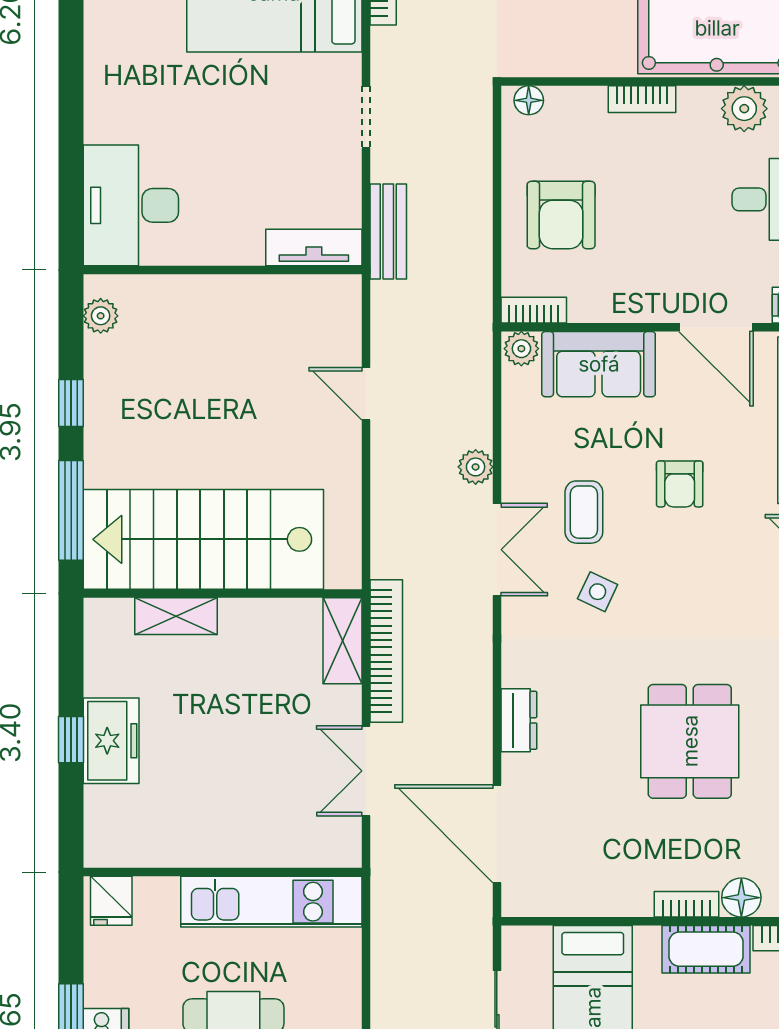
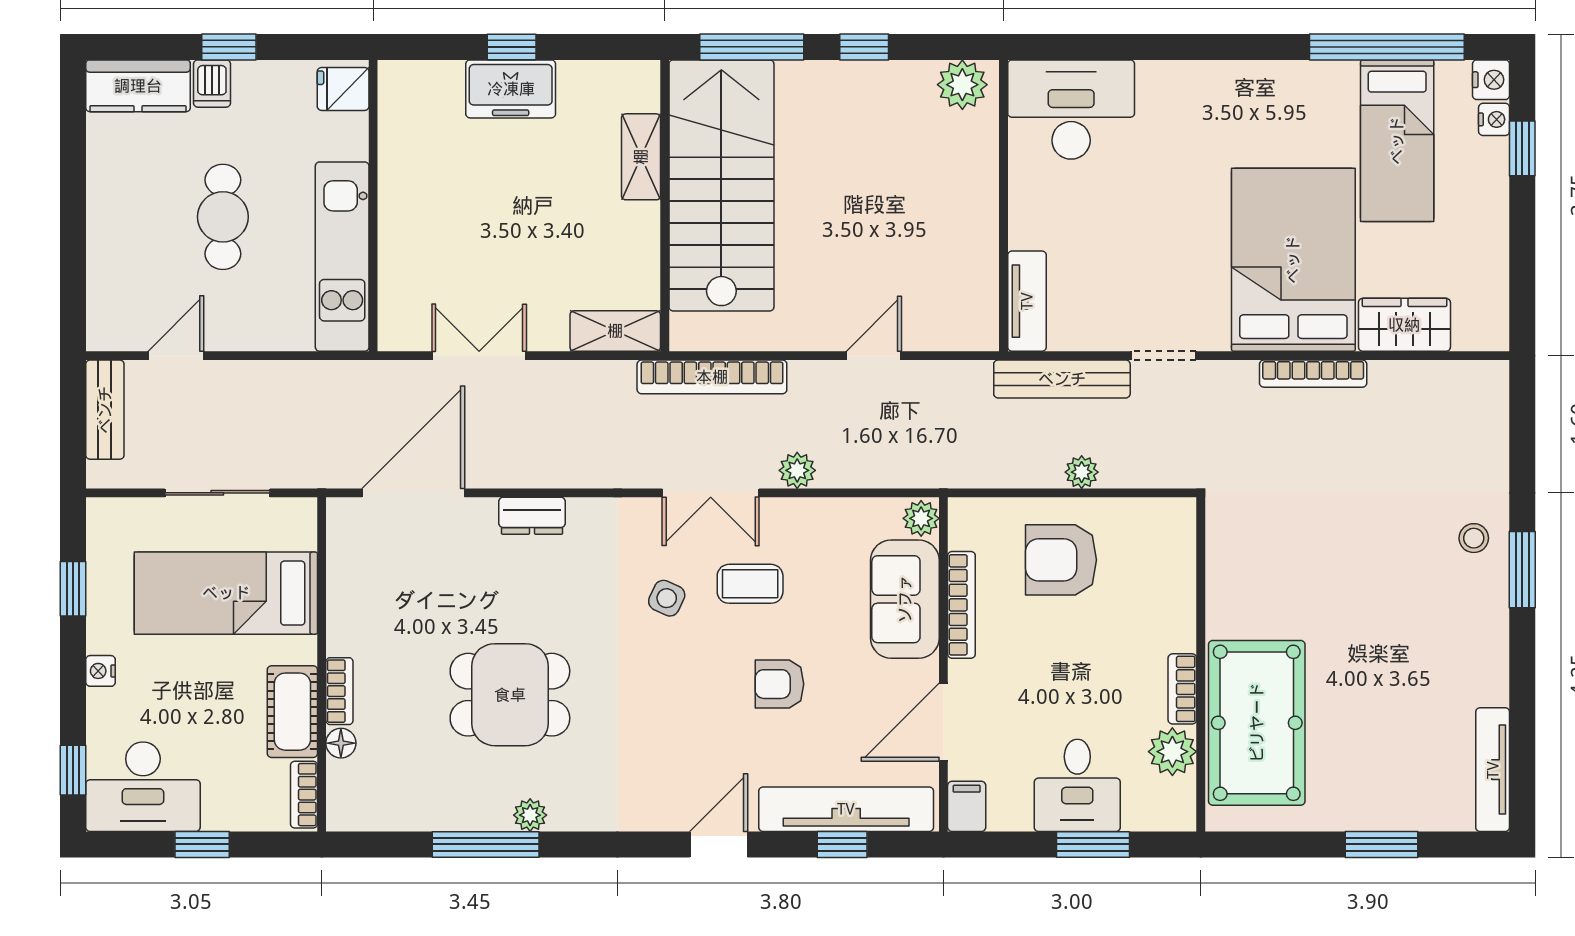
bookcase: (642, 99) -> (1182, 689), moved
floor lamp: (529, 100) -> (1181, 526), removed
plant: (477, 195) -> (1082, 472), added
bench: (388, 231) -> (1062, 379), width x1.36
bookcase: (534, 310) -> (961, 605), moved, width x1.56
plant: (101, 316) -> (962, 85), width x1.38, depth x1.38
bookcase: (386, 651) -> (712, 377), moved
floor lamp: (741, 898) -> (341, 743), width x0.73, depth x0.73

